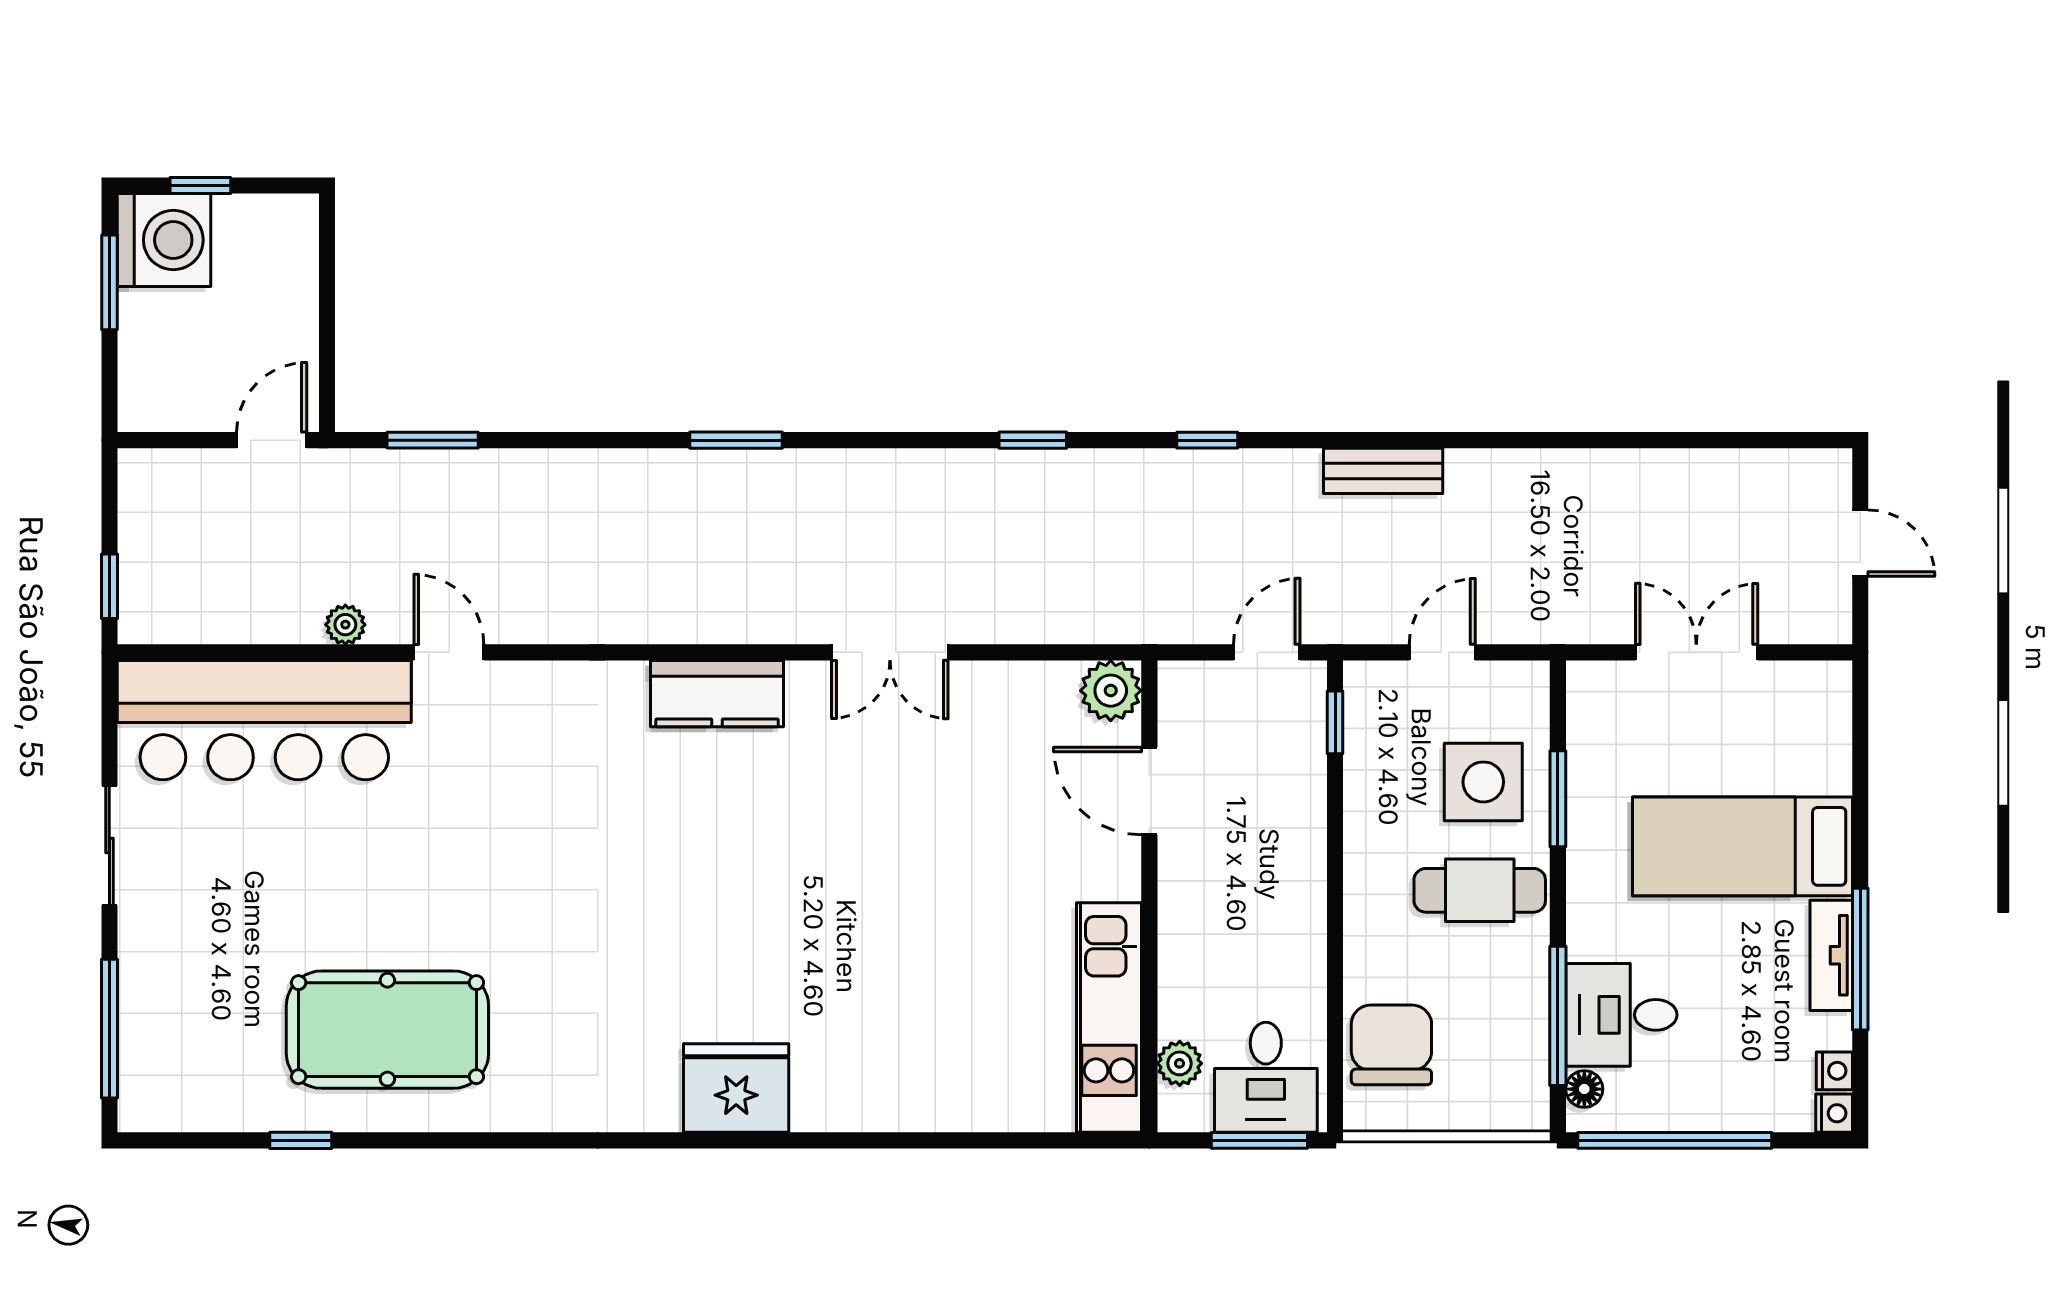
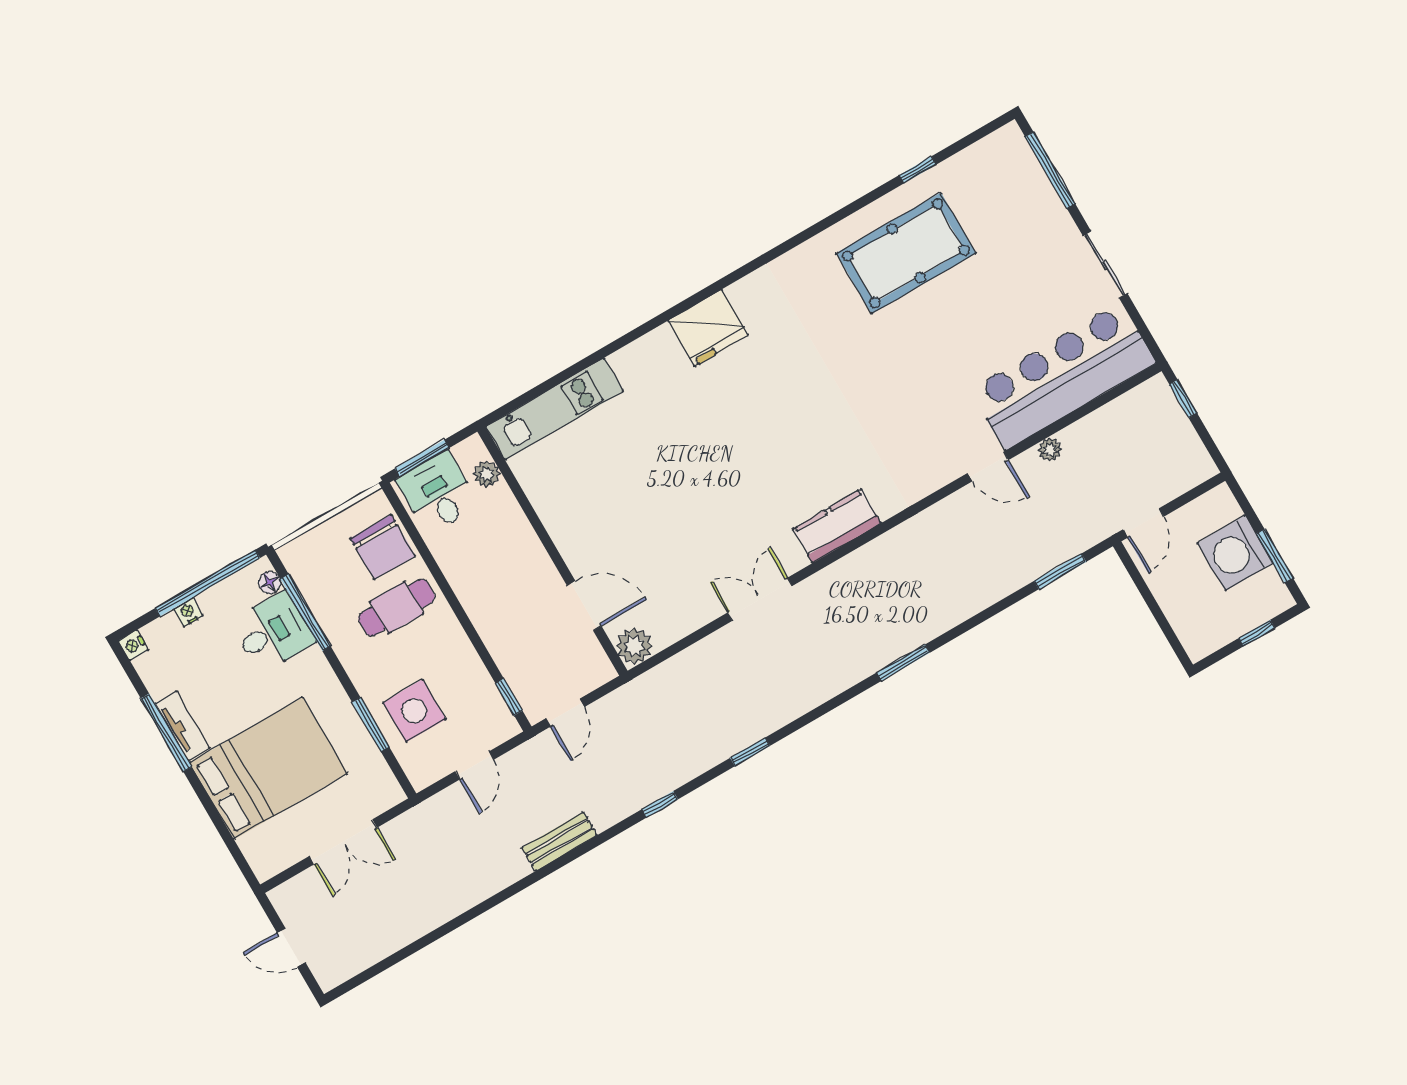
washing machine: (164, 240) -> (1235, 553), moved
bed: (1742, 846) -> (268, 768), width x1.50
cafe table: (1480, 890) -> (397, 608), moved
kitchen unit: (1109, 1018) -> (555, 409), moved, turned 90
nightstand: (1834, 1071) -> (188, 612), moved, turned 90

